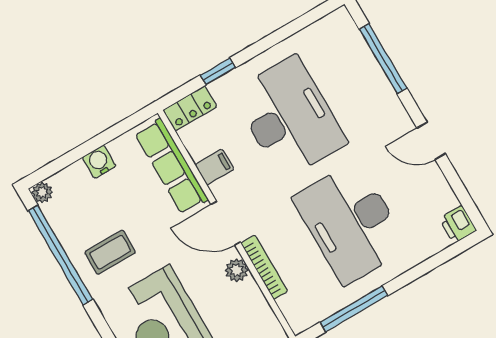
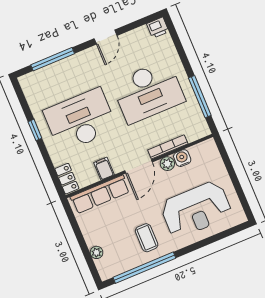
window: (218, 71) -> (35, 130), moved
water cooler: (99, 162) -> (182, 158), moved, turned 90
plant: (42, 192) -> (97, 252), moved

